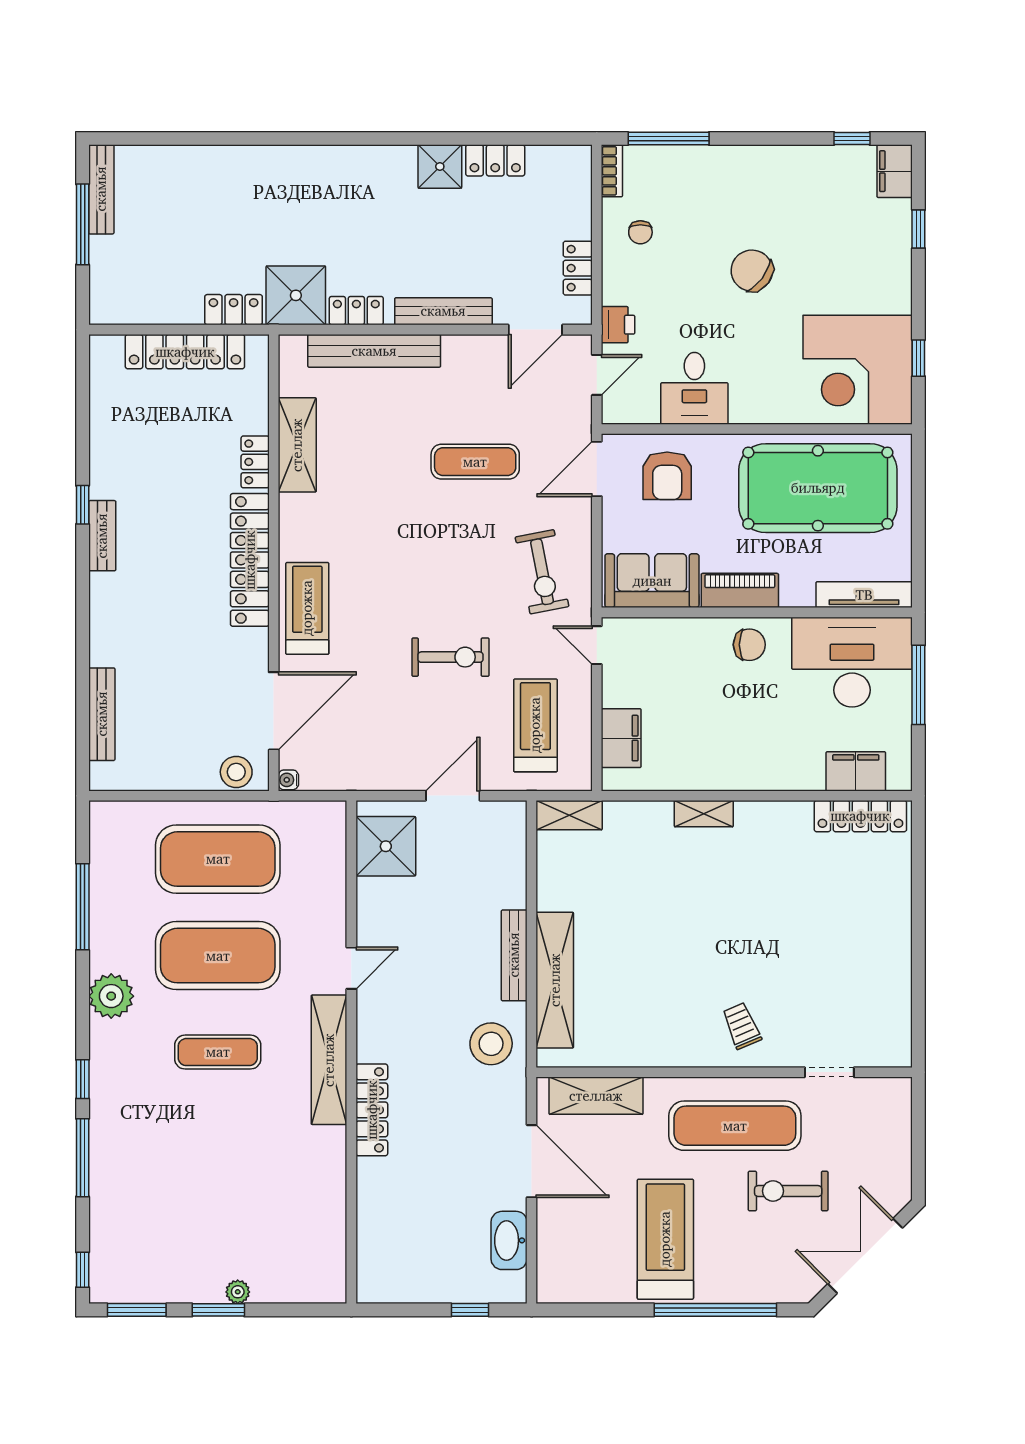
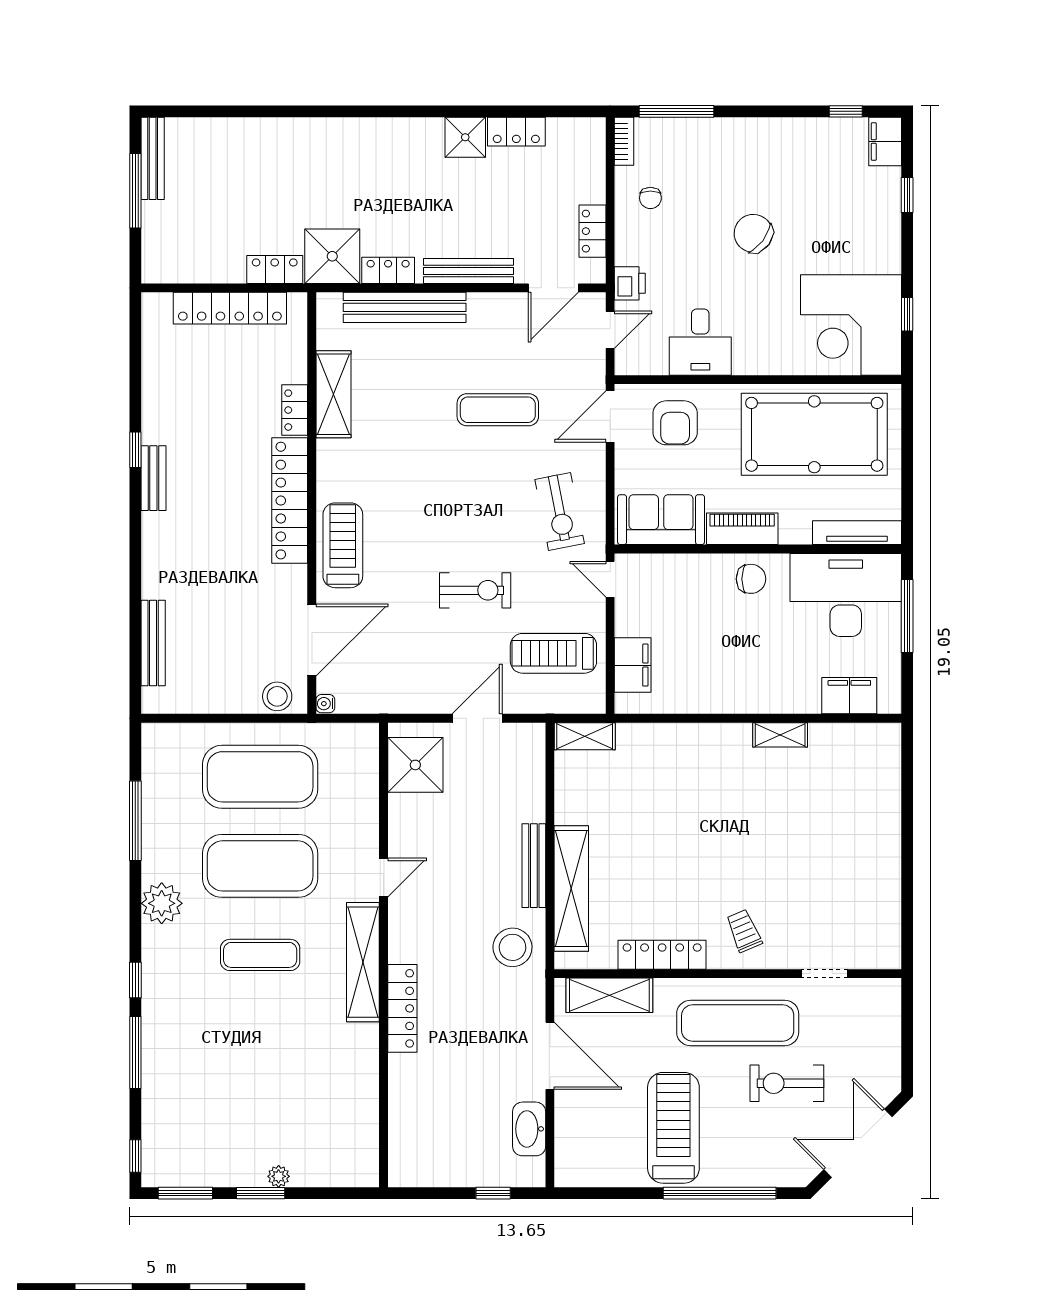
treadmill: (535, 725) -> (553, 653), turned -90
shelving: (704, 814) -> (780, 735), moved
locker: (860, 816) -> (662, 955), moved, turned 180

